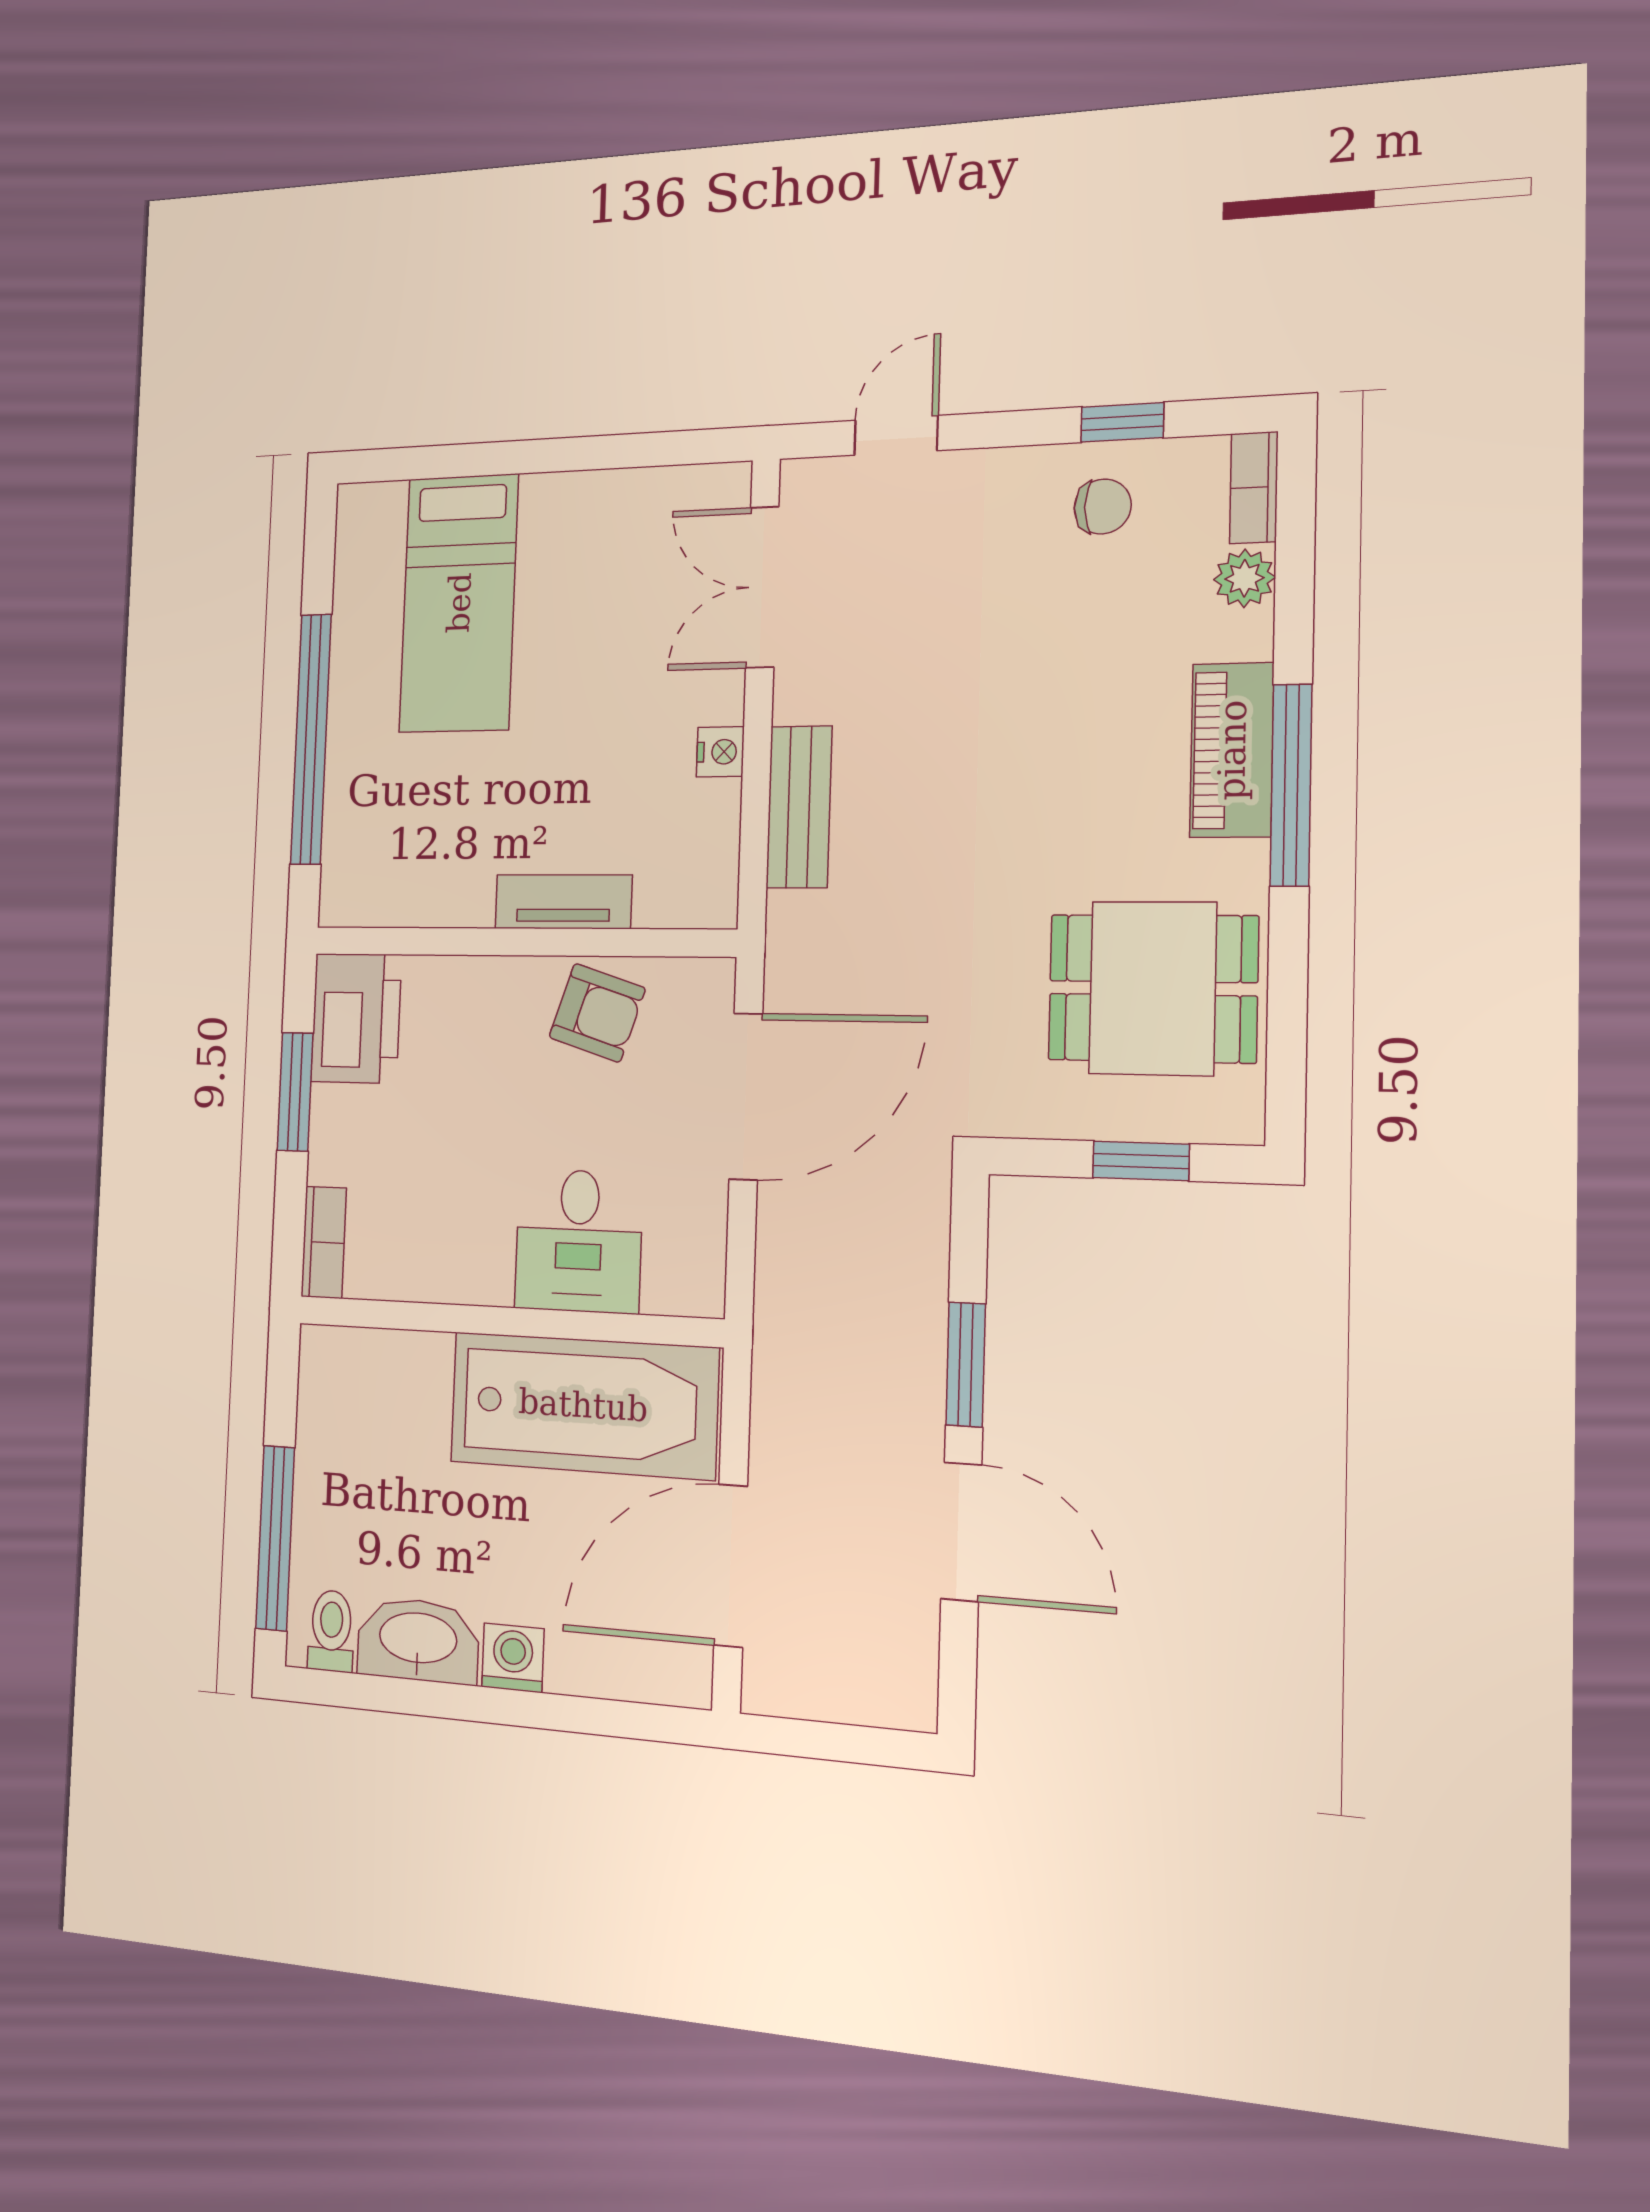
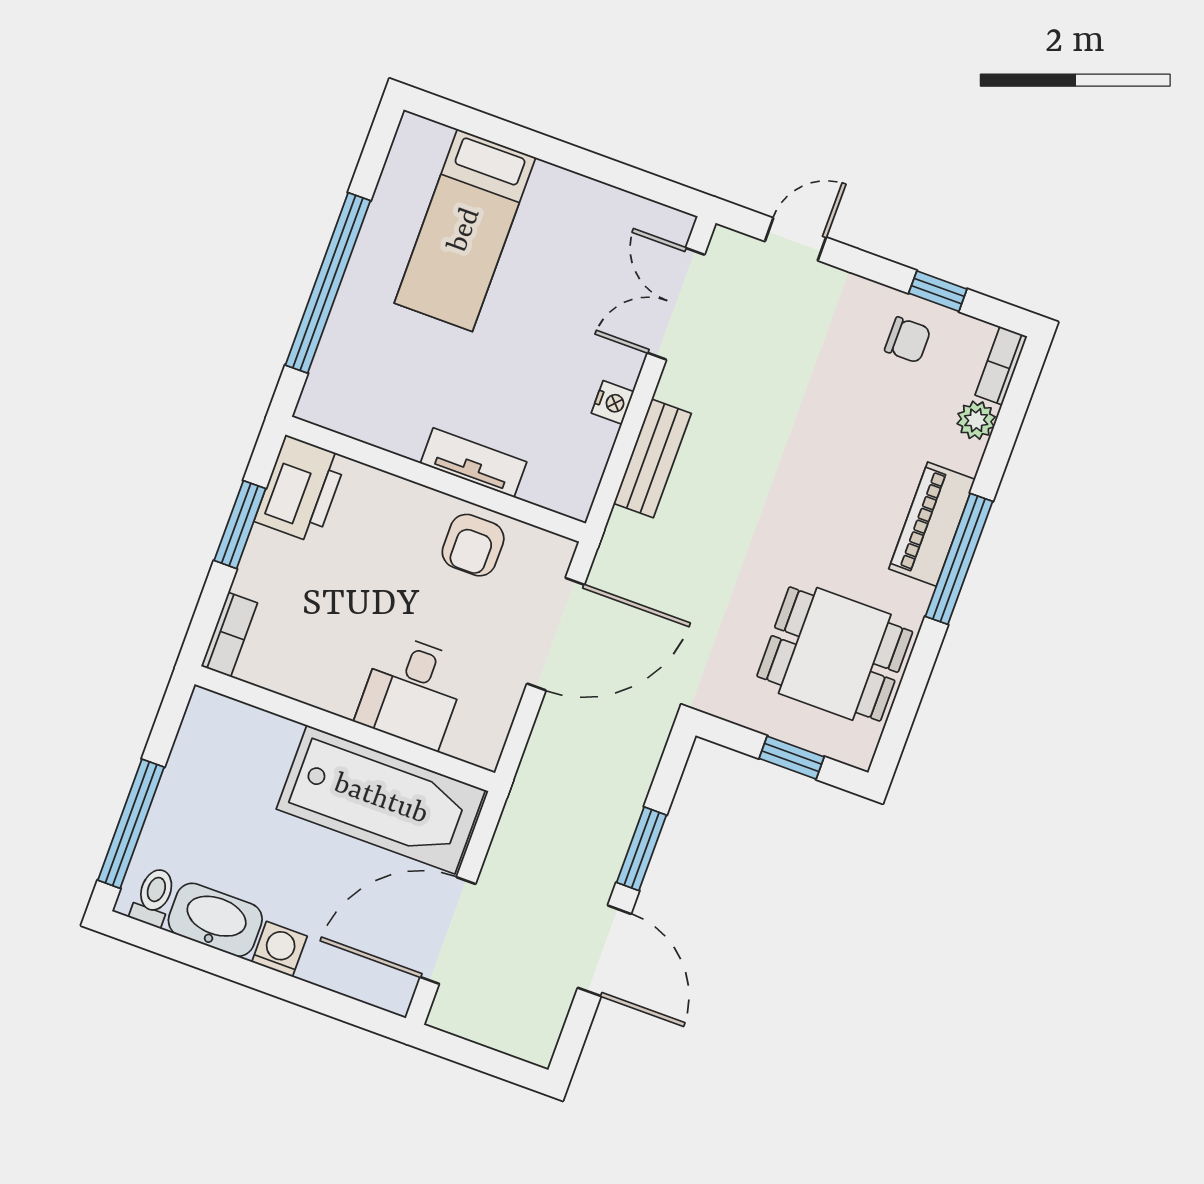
armchair: (597, 1013) -> (473, 545), turned 72

